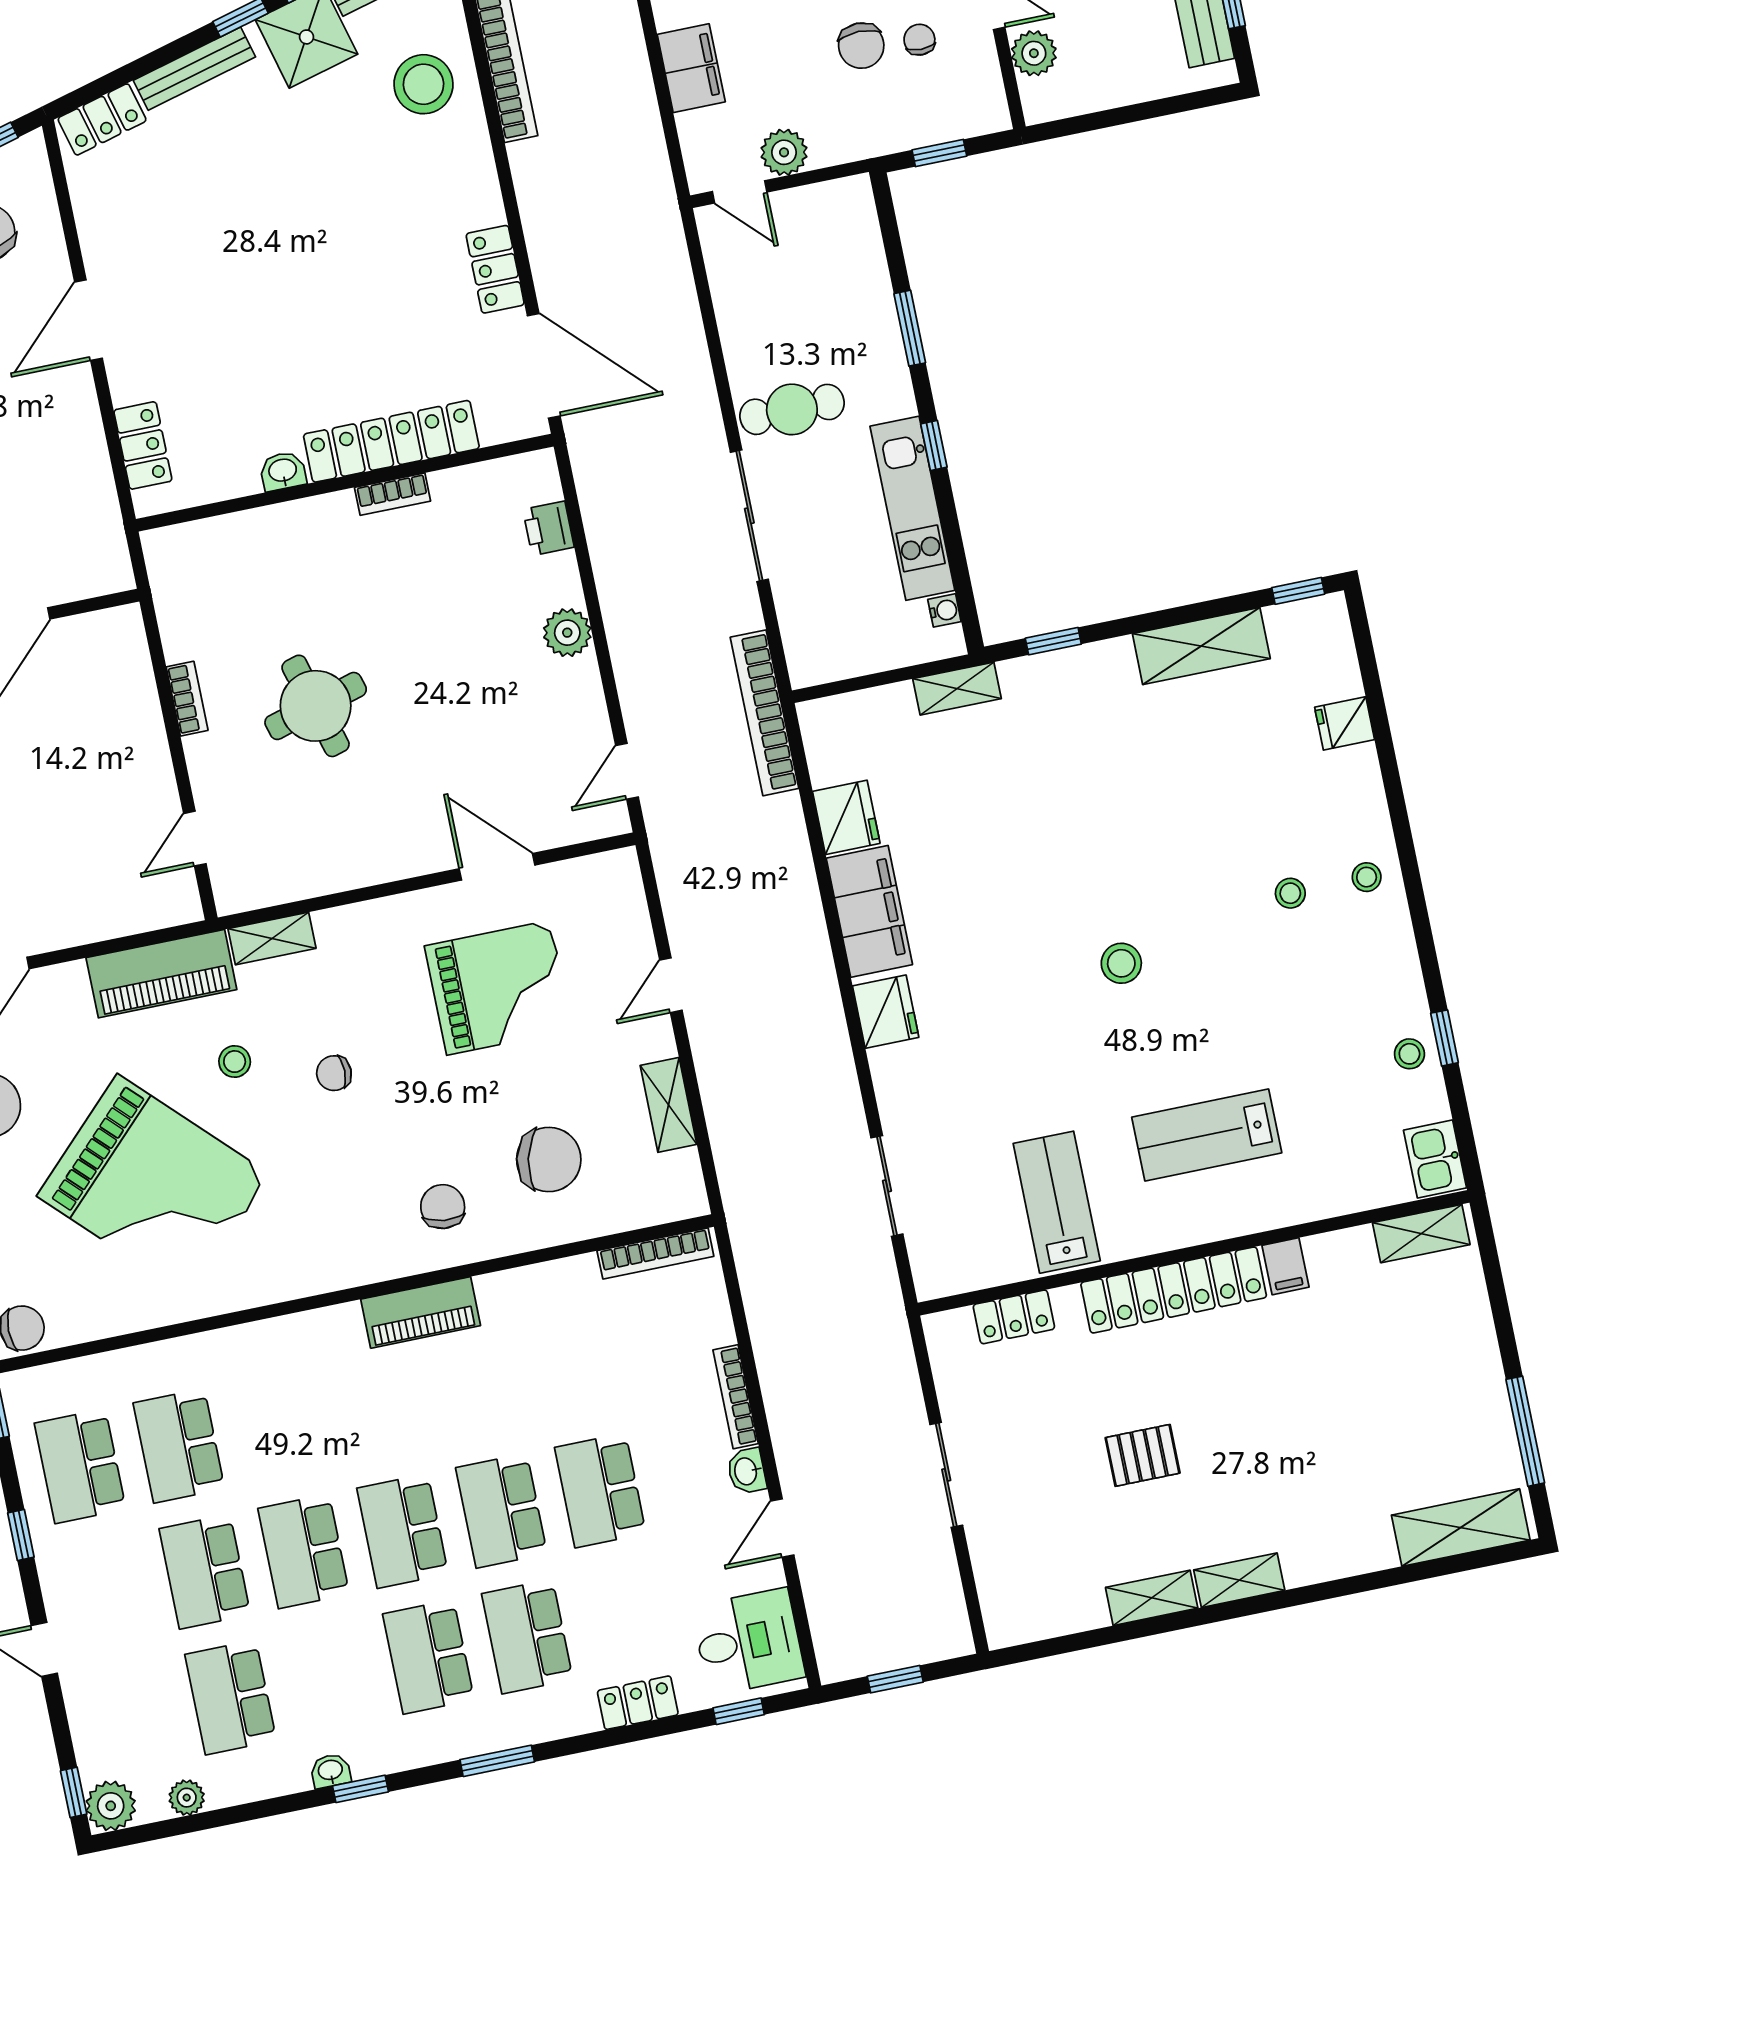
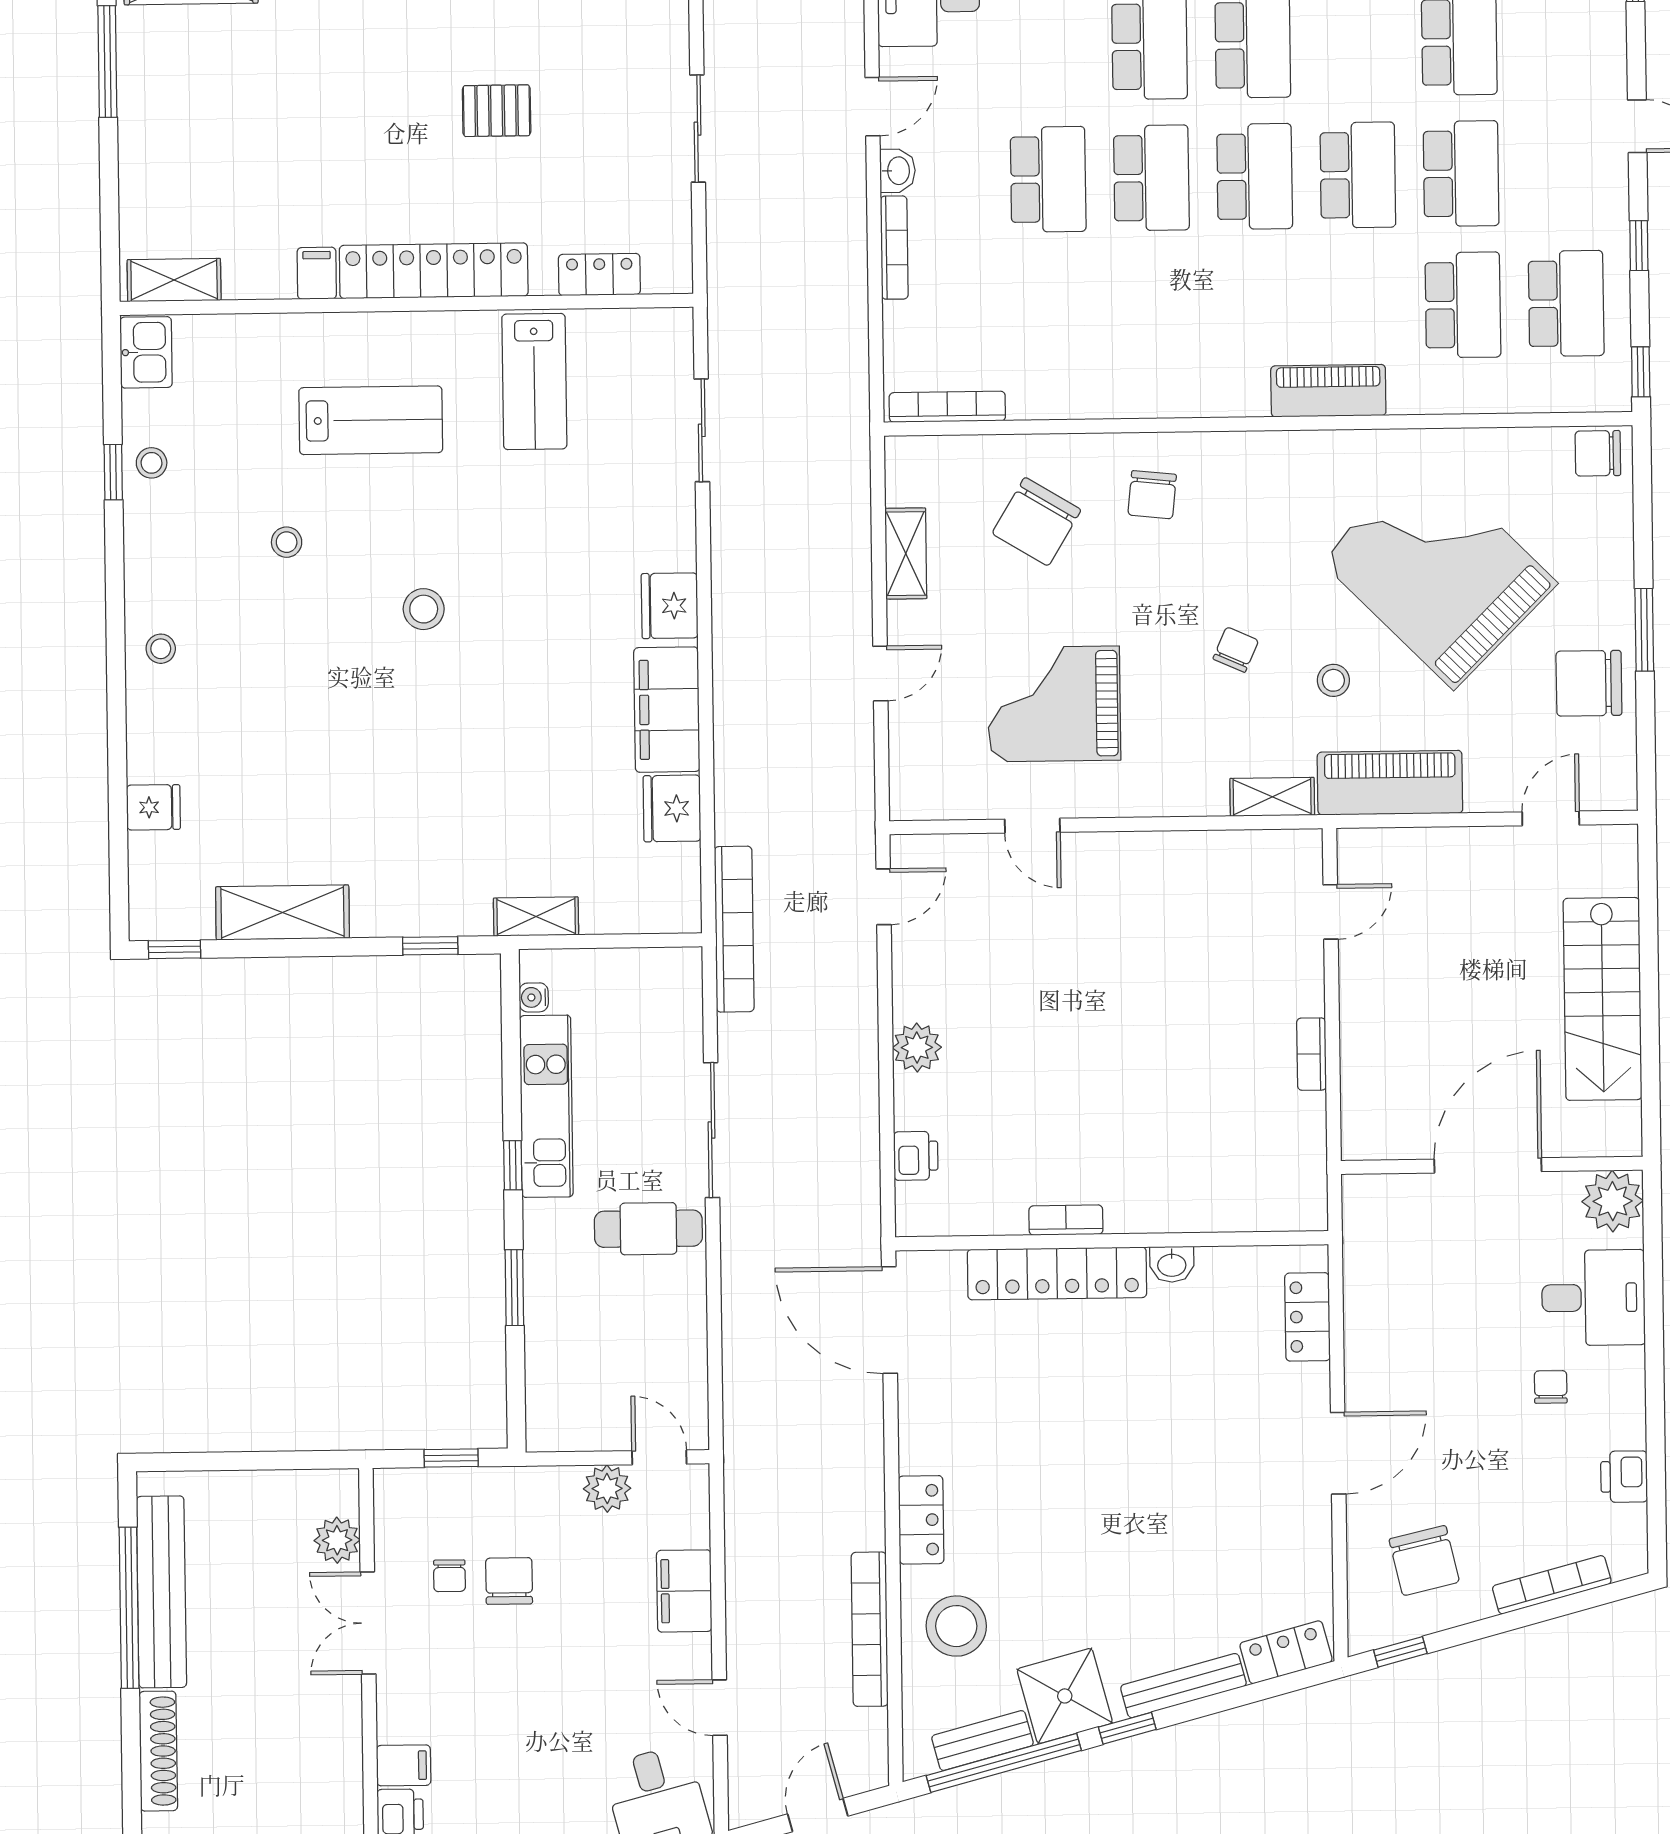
locker: (495, 269) -> (921, 1520), moved
round table: (316, 706) -> (1184, 1022), removed
door: (497, 867) -> (1032, 826), width x0.73
stool: (1290, 893) -> (287, 542), moved
chair: (334, 1073) -> (1236, 650), turned -66
chair: (549, 1159) -> (1036, 522), turned -72
piano: (421, 1312) -> (1328, 391), moved

